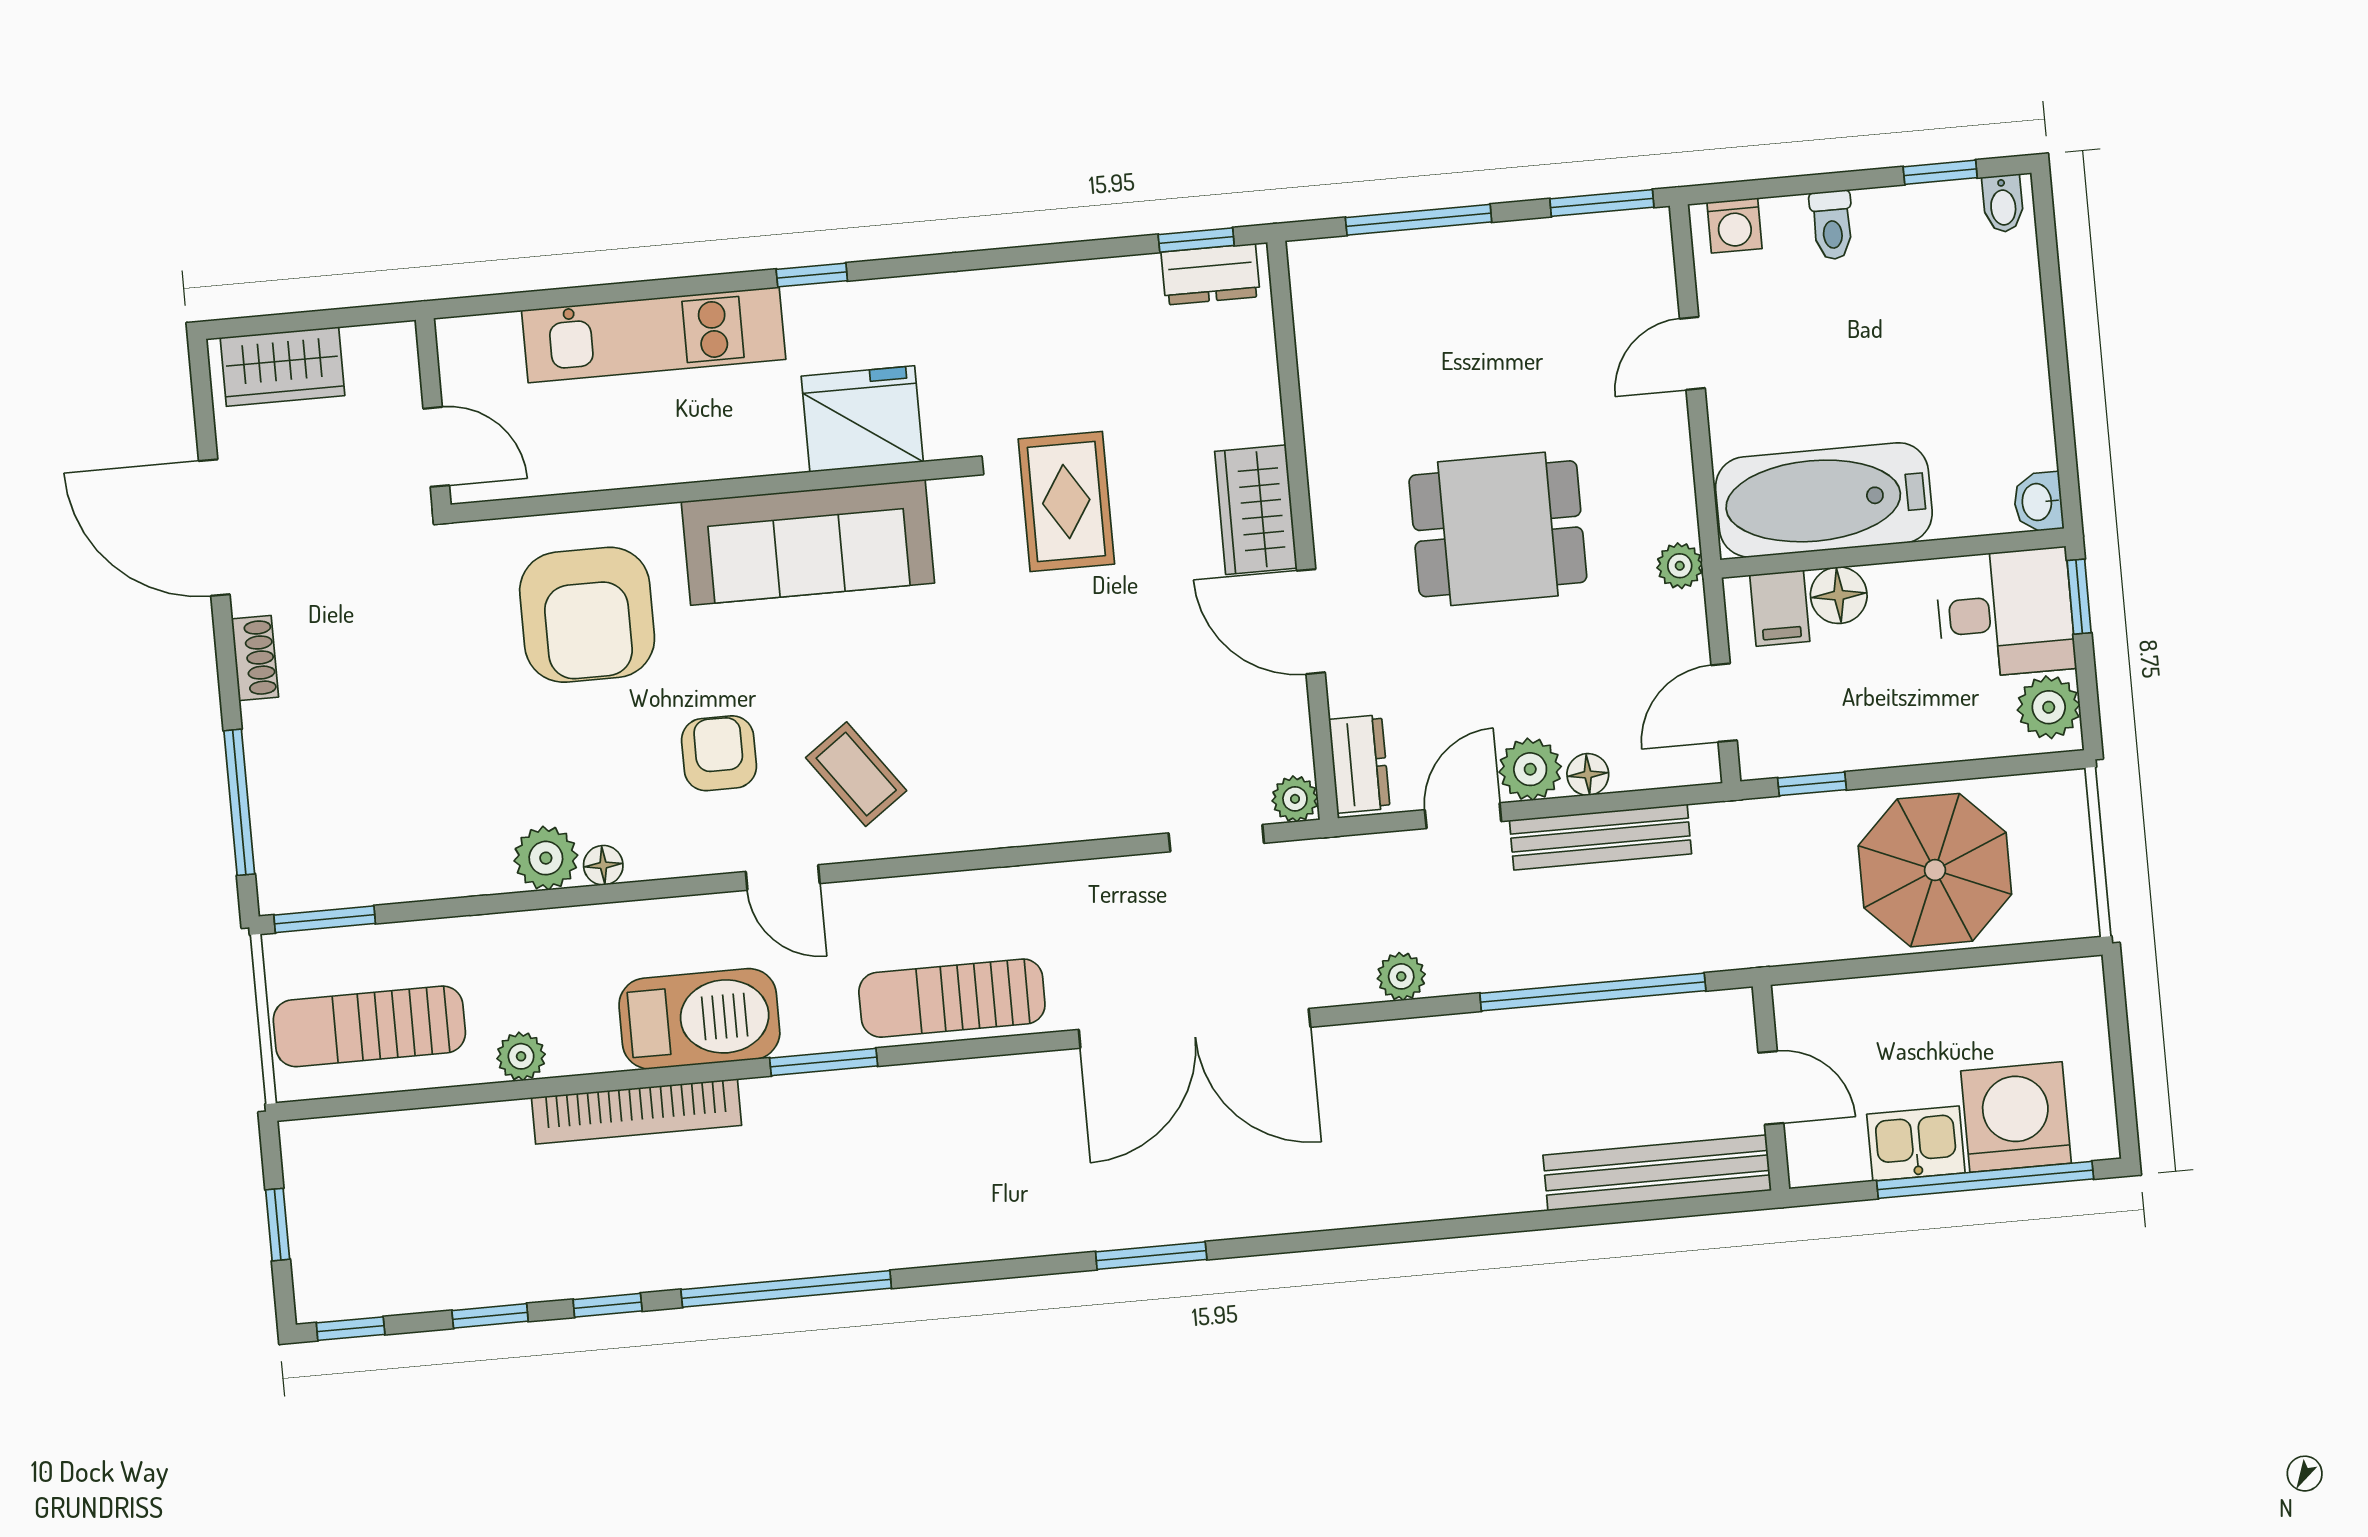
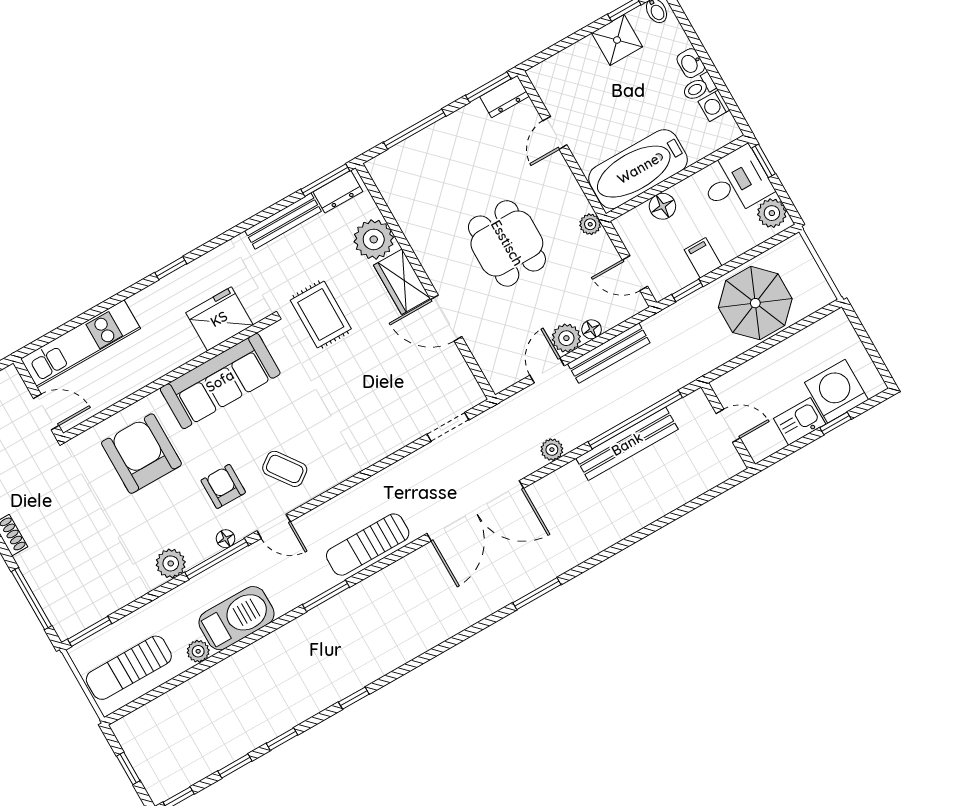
washing machine: (1734, 225) -> (714, 106), moved, turned 90
toilet: (1832, 225) -> (699, 87), moved, turned 90
shower: (1899, 226) -> (617, 40), added
window: (1196, 240) -> (325, 180), width x1.50
bench: (1076, 283) -> (283, 221), added
kitchen unit: (654, 335) -> (81, 344), moved
washbasin: (2038, 502) -> (691, 63), moved
dining table: (1498, 529) -> (507, 243), turned 90
filing cabinet: (1780, 608) -> (703, 258), moved, turned 180
armchair: (587, 615) -> (141, 454), turned 180
door: (1724, 703) -> (635, 273), hinge flipped
dresser: (1359, 764) -> (505, 97), moved, turned 90
plant: (1295, 799) -> (374, 239), moved, width x1.87, depth x1.87
floor lamp: (603, 865) -> (226, 539), moved
window: (641, 890) -> (217, 559), added
barbecue: (699, 1019) -> (237, 618), moved
bookcase: (636, 1111) -> (257, 652), removed
bench: (1657, 1173) -> (627, 444), moved
window: (1985, 1180) -> (836, 423), width x0.32
window: (1151, 1256) -> (537, 594), moved
window: (786, 1289) -> (354, 698), width x0.32

